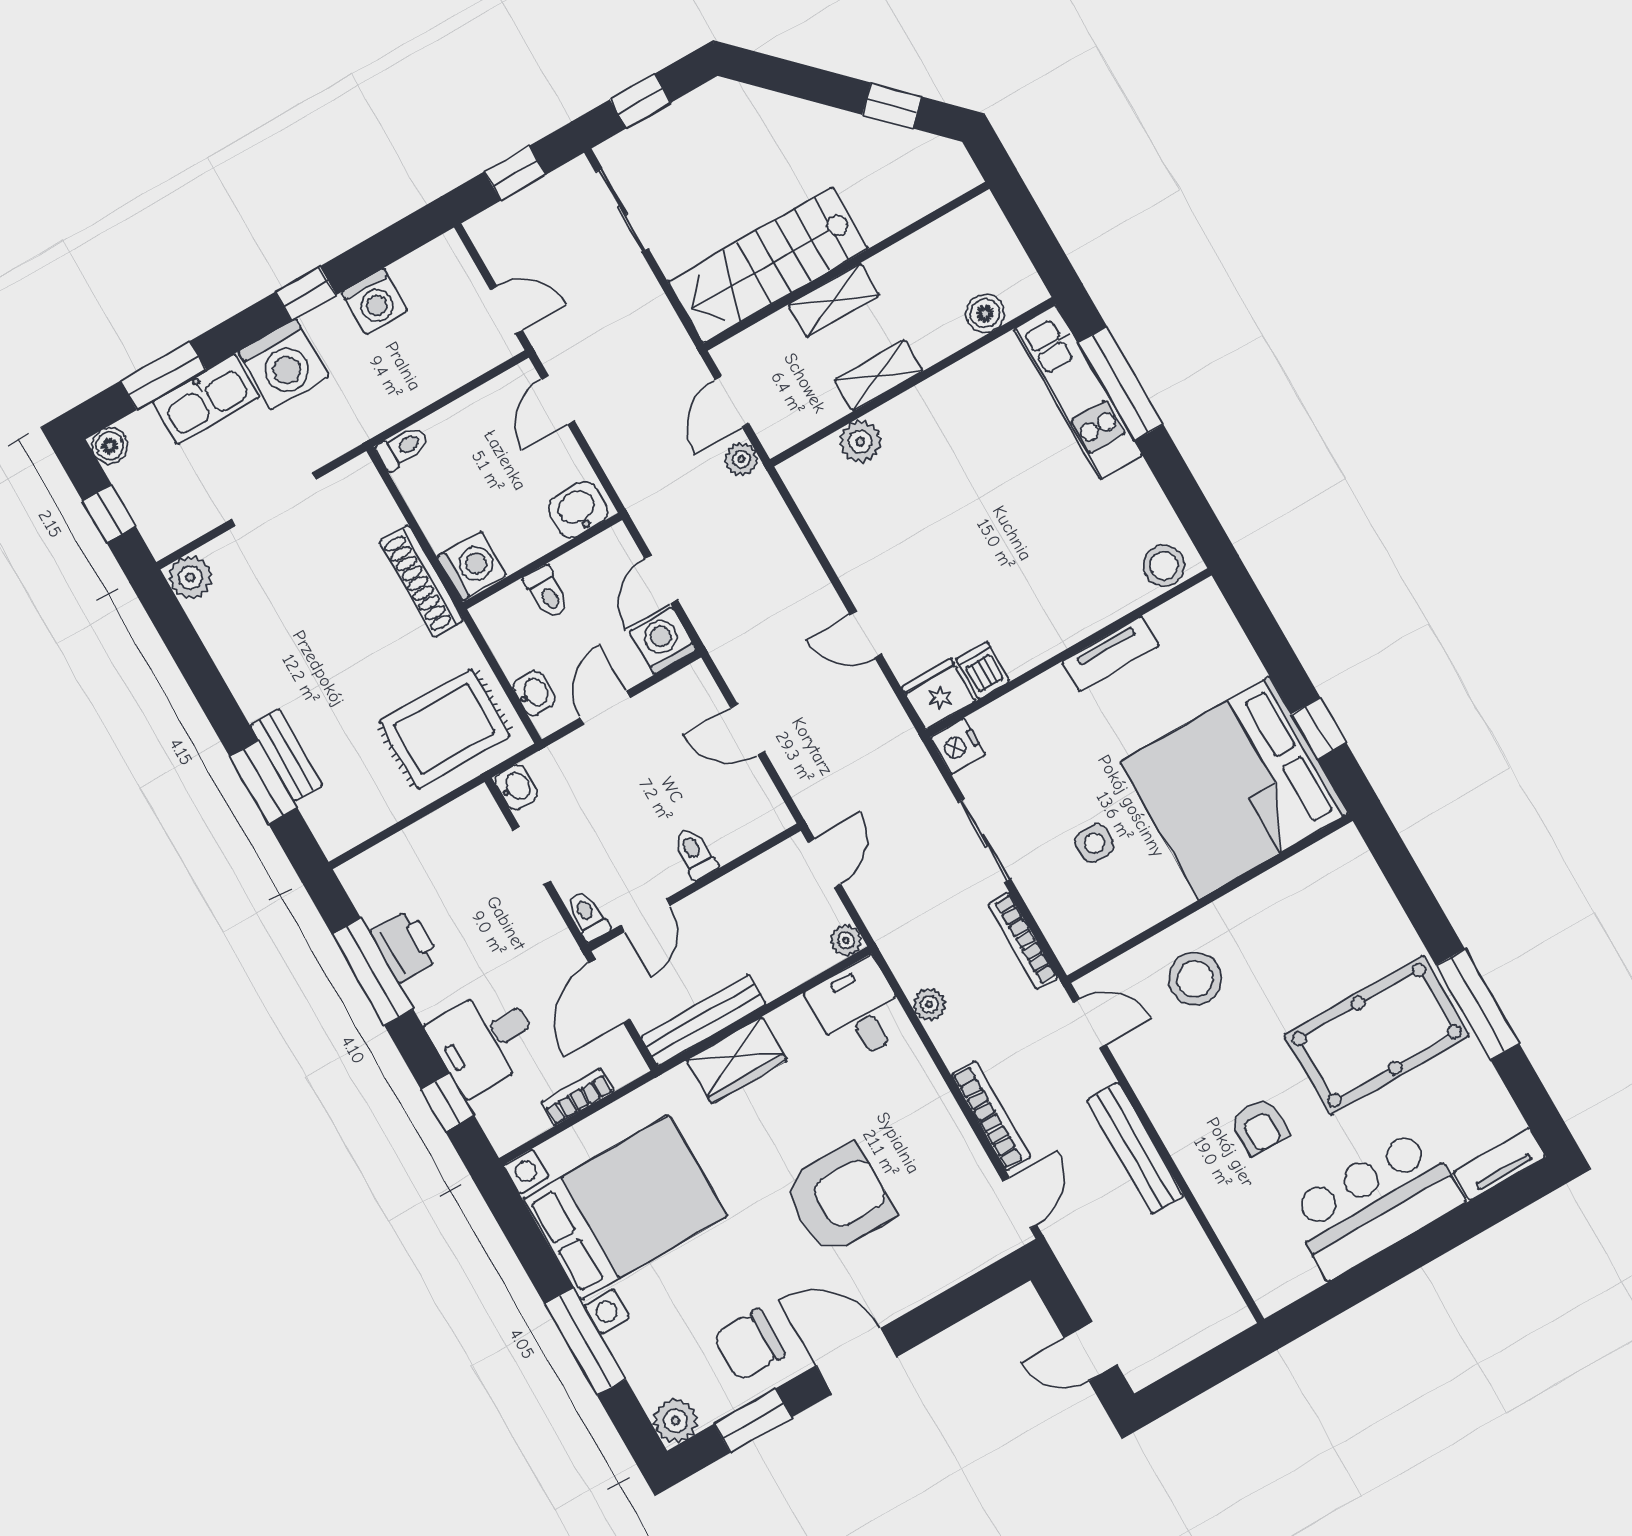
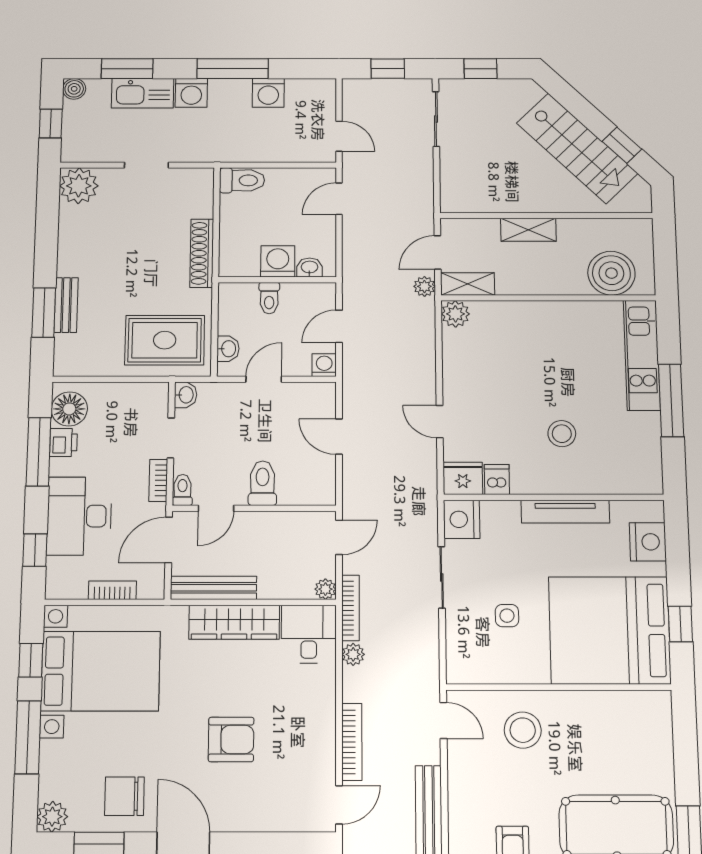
stairs: (768, 265) -> (577, 148), moved, turned -135
window: (306, 294) -> (233, 69), width x2.17
boiler: (985, 313) -> (611, 273), width x1.86, depth x1.86
washing machine: (283, 364) -> (191, 93), width x0.73, depth x0.73
shelving: (879, 376) -> (468, 284), moved
window: (1120, 383) -> (671, 400), moved
plant: (860, 442) -> (455, 314), moved
toilet: (403, 448) -> (242, 180), width x1.37, depth x1.39
doorway: (274, 499) -> (146, 165), width x0.73
washbasin: (578, 510) -> (310, 268), width x0.72, depth x0.69
washing machine: (472, 566) -> (278, 261), moved, turned -90
stool: (1164, 566) -> (562, 434), moved
plant: (190, 577) -> (79, 186), width x1.36, depth x1.36
washing machine: (663, 641) -> (324, 365), width x0.73, depth x0.73
nightstand: (1221, 643) -> (648, 542), added
tv unit: (1110, 654) -> (565, 512), width x1.41
nightstand: (958, 746) -> (462, 519), width x1.36, depth x1.33
toilet: (695, 853) -> (262, 483), width x1.37, depth x1.39
floor lamp: (377, 893) -> (69, 409), added
bookcase: (550, 921) -> (158, 480), added
bookcase: (1023, 941) -> (350, 608), moved, turned 180
printer: (405, 946) -> (64, 442), width x0.73, depth x0.81
desk: (485, 1040) -> (79, 516), width x1.37
wardrobe: (737, 1060) -> (234, 622), width x1.50
armchair: (839, 1199) -> (231, 739), width x0.73, depth x0.73
window: (529, 1244) -> (31, 660), added

